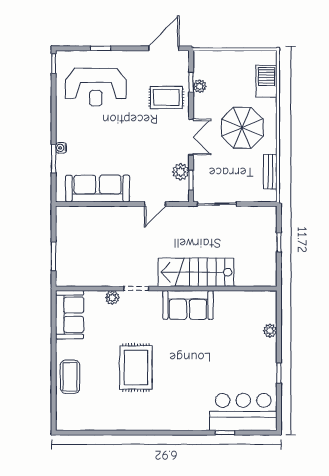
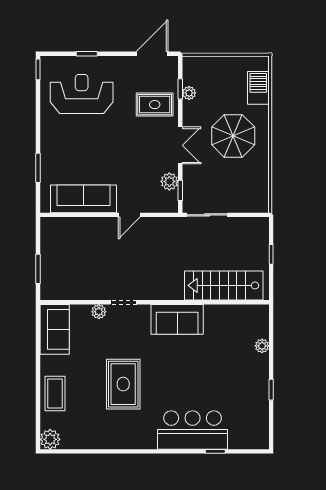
reception desk: (96, 87) -> (82, 94), turned 180
water cooler: (61, 148) -> (46, 157), removed
bench: (270, 172) -> (262, 181), removed
door: (155, 204) -> (129, 215), moved
stairs: (196, 272) -> (224, 285), moved
bar counter: (243, 412) -> (193, 430), moved
plant: (65, 421) -> (50, 439), added

